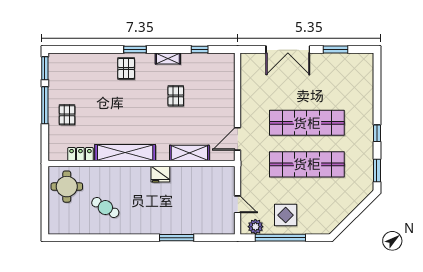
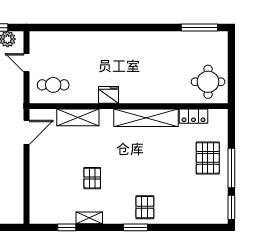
shelving: (168, 58) -> (89, 218), moved
pallet: (67, 115) -> (208, 158), width x1.50, depth x1.42
cafe table: (105, 208) -> (53, 85), moved, turned -31
window: (177, 238) -> (199, 28), moved

